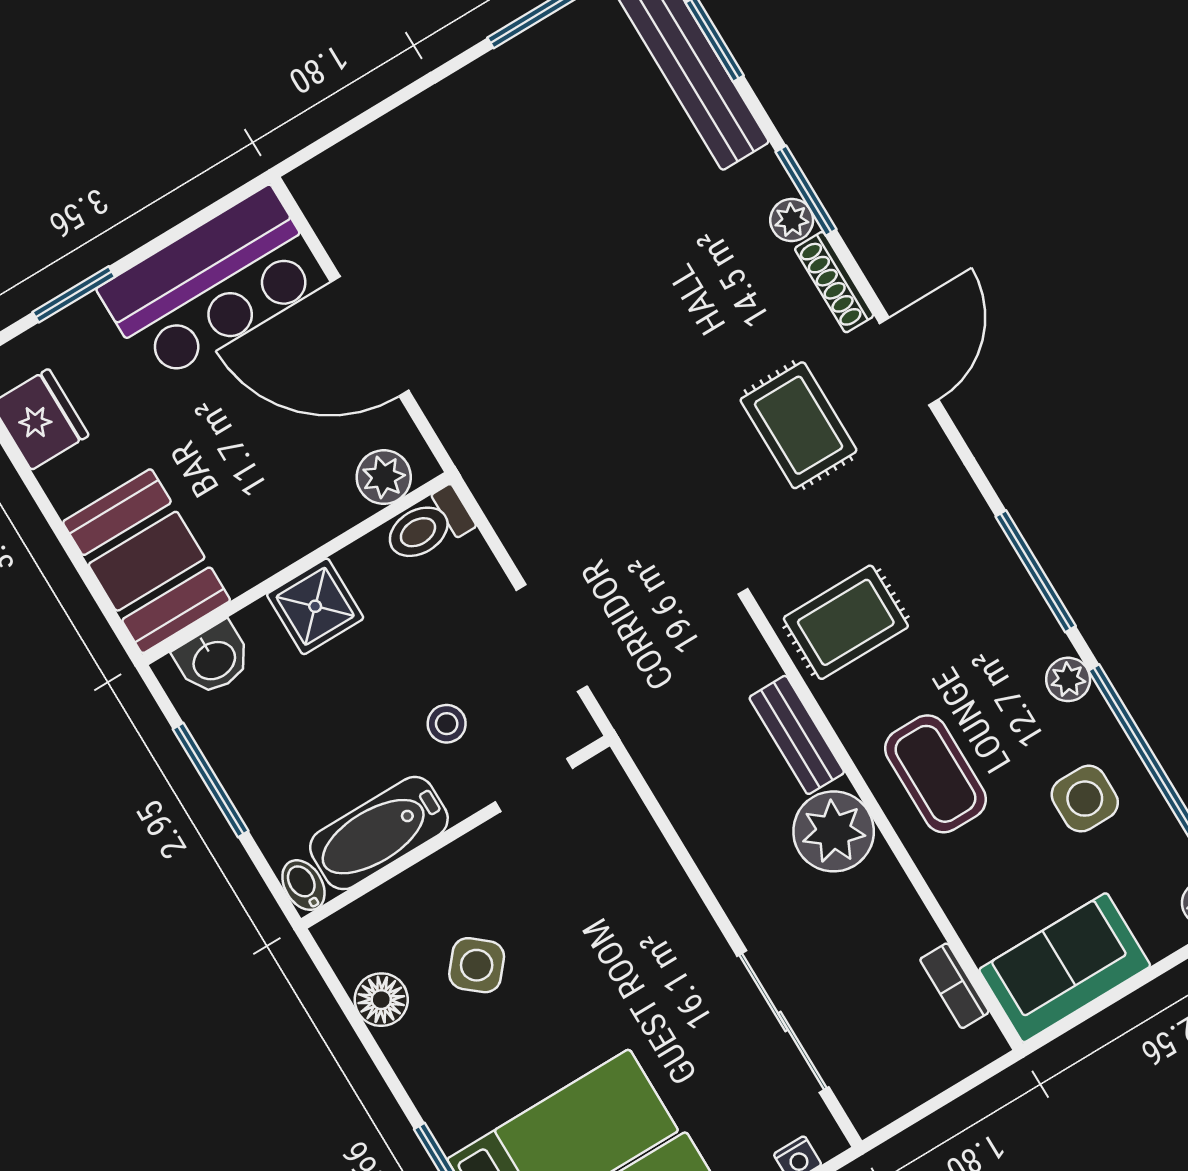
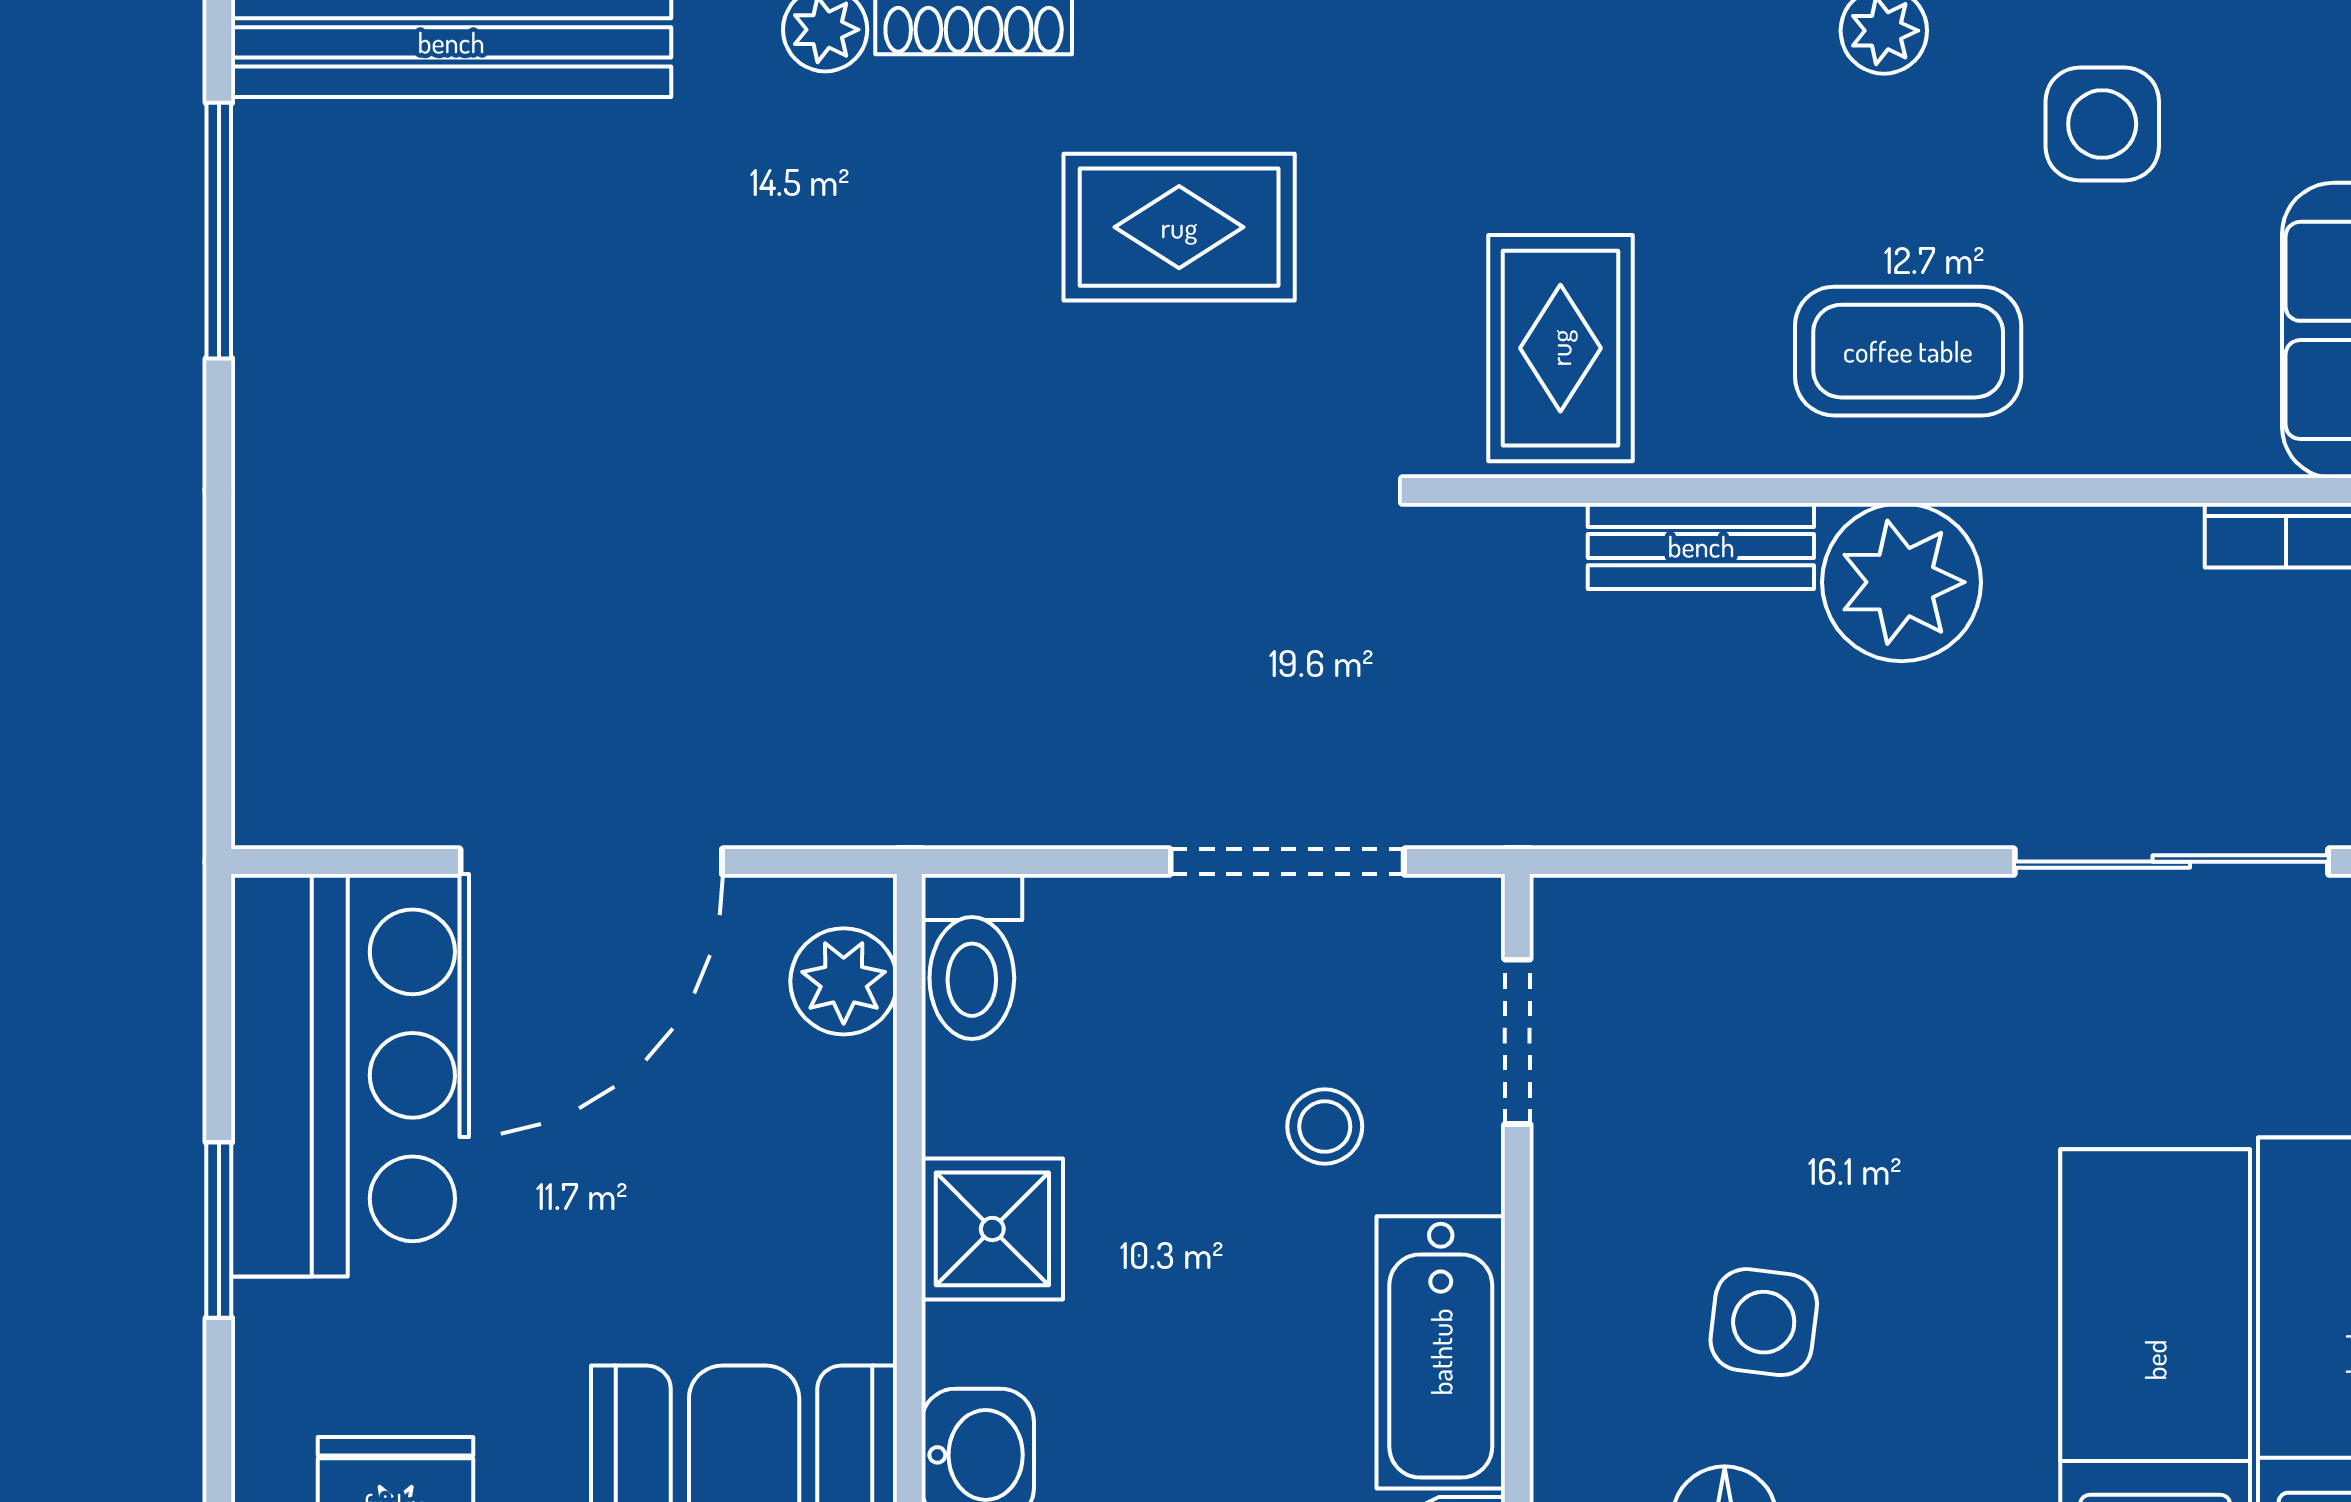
window: (74, 294) -> (219, 1230), moved
side table: (477, 965) -> (1764, 1322), turned -33

